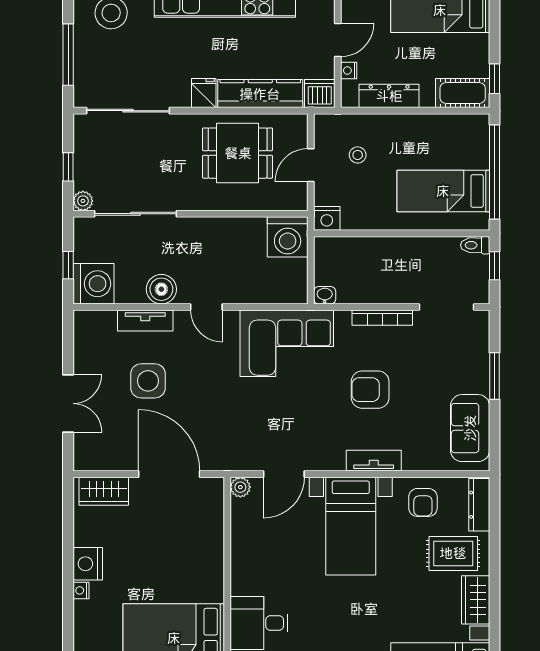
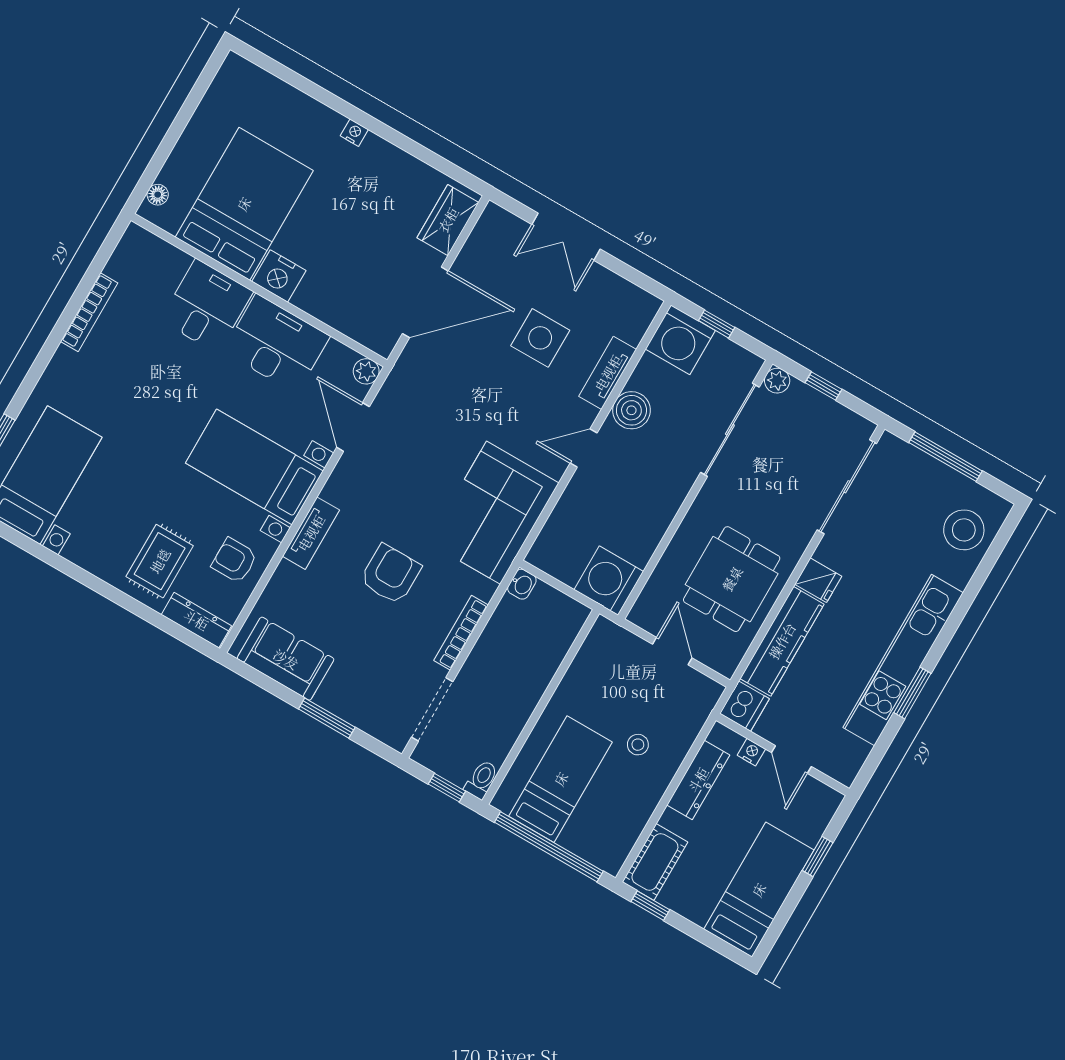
stool: (358, 155) -> (638, 745), moved
nightstand: (327, 218) -> (604, 635), removed
desk: (257, 560) -> (276, 344), added
nightstand: (88, 564) -> (279, 276), moved, turned 180
wardrobe: (476, 600) -> (95, 556), removed

